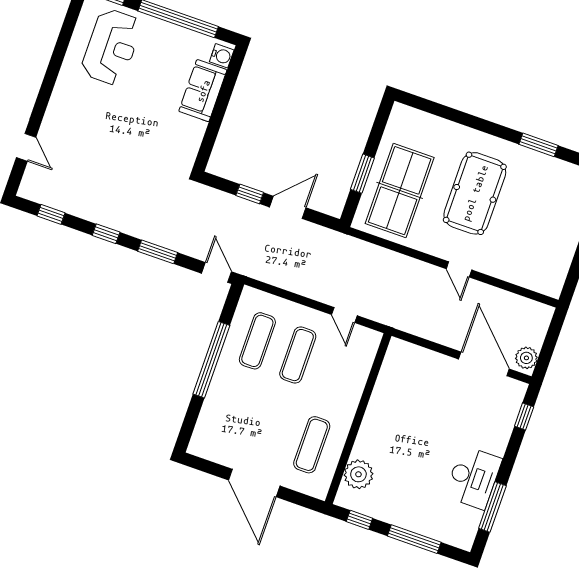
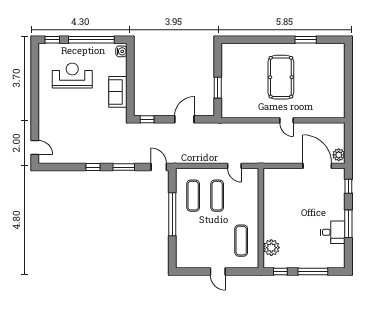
reception desk: (111, 47) -> (72, 76), moved, turned -90
sofa: (203, 91) -> (118, 92), moved
door: (26, 147) -> (35, 147), moved
table tennis table: (400, 191) -> (241, 90), removed
window: (250, 194) -> (147, 119), moved
window: (51, 214) -> (60, 167), removed
desk: (473, 478) -> (333, 232), width x0.73
door: (254, 483) -> (218, 272), width x0.53
window: (492, 507) -> (348, 224), moved

